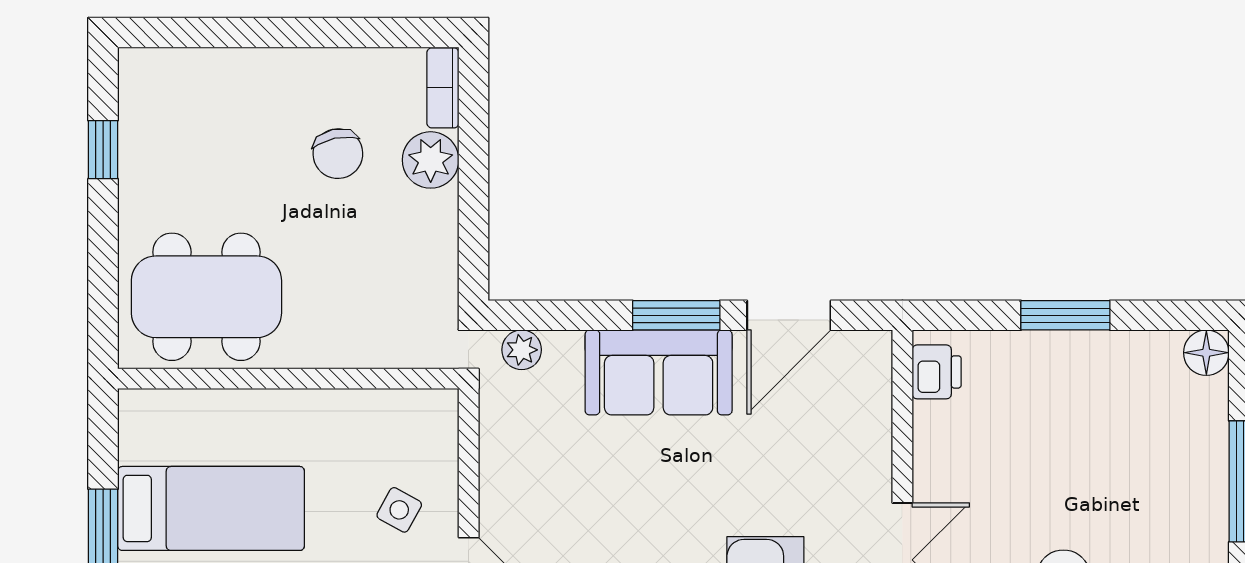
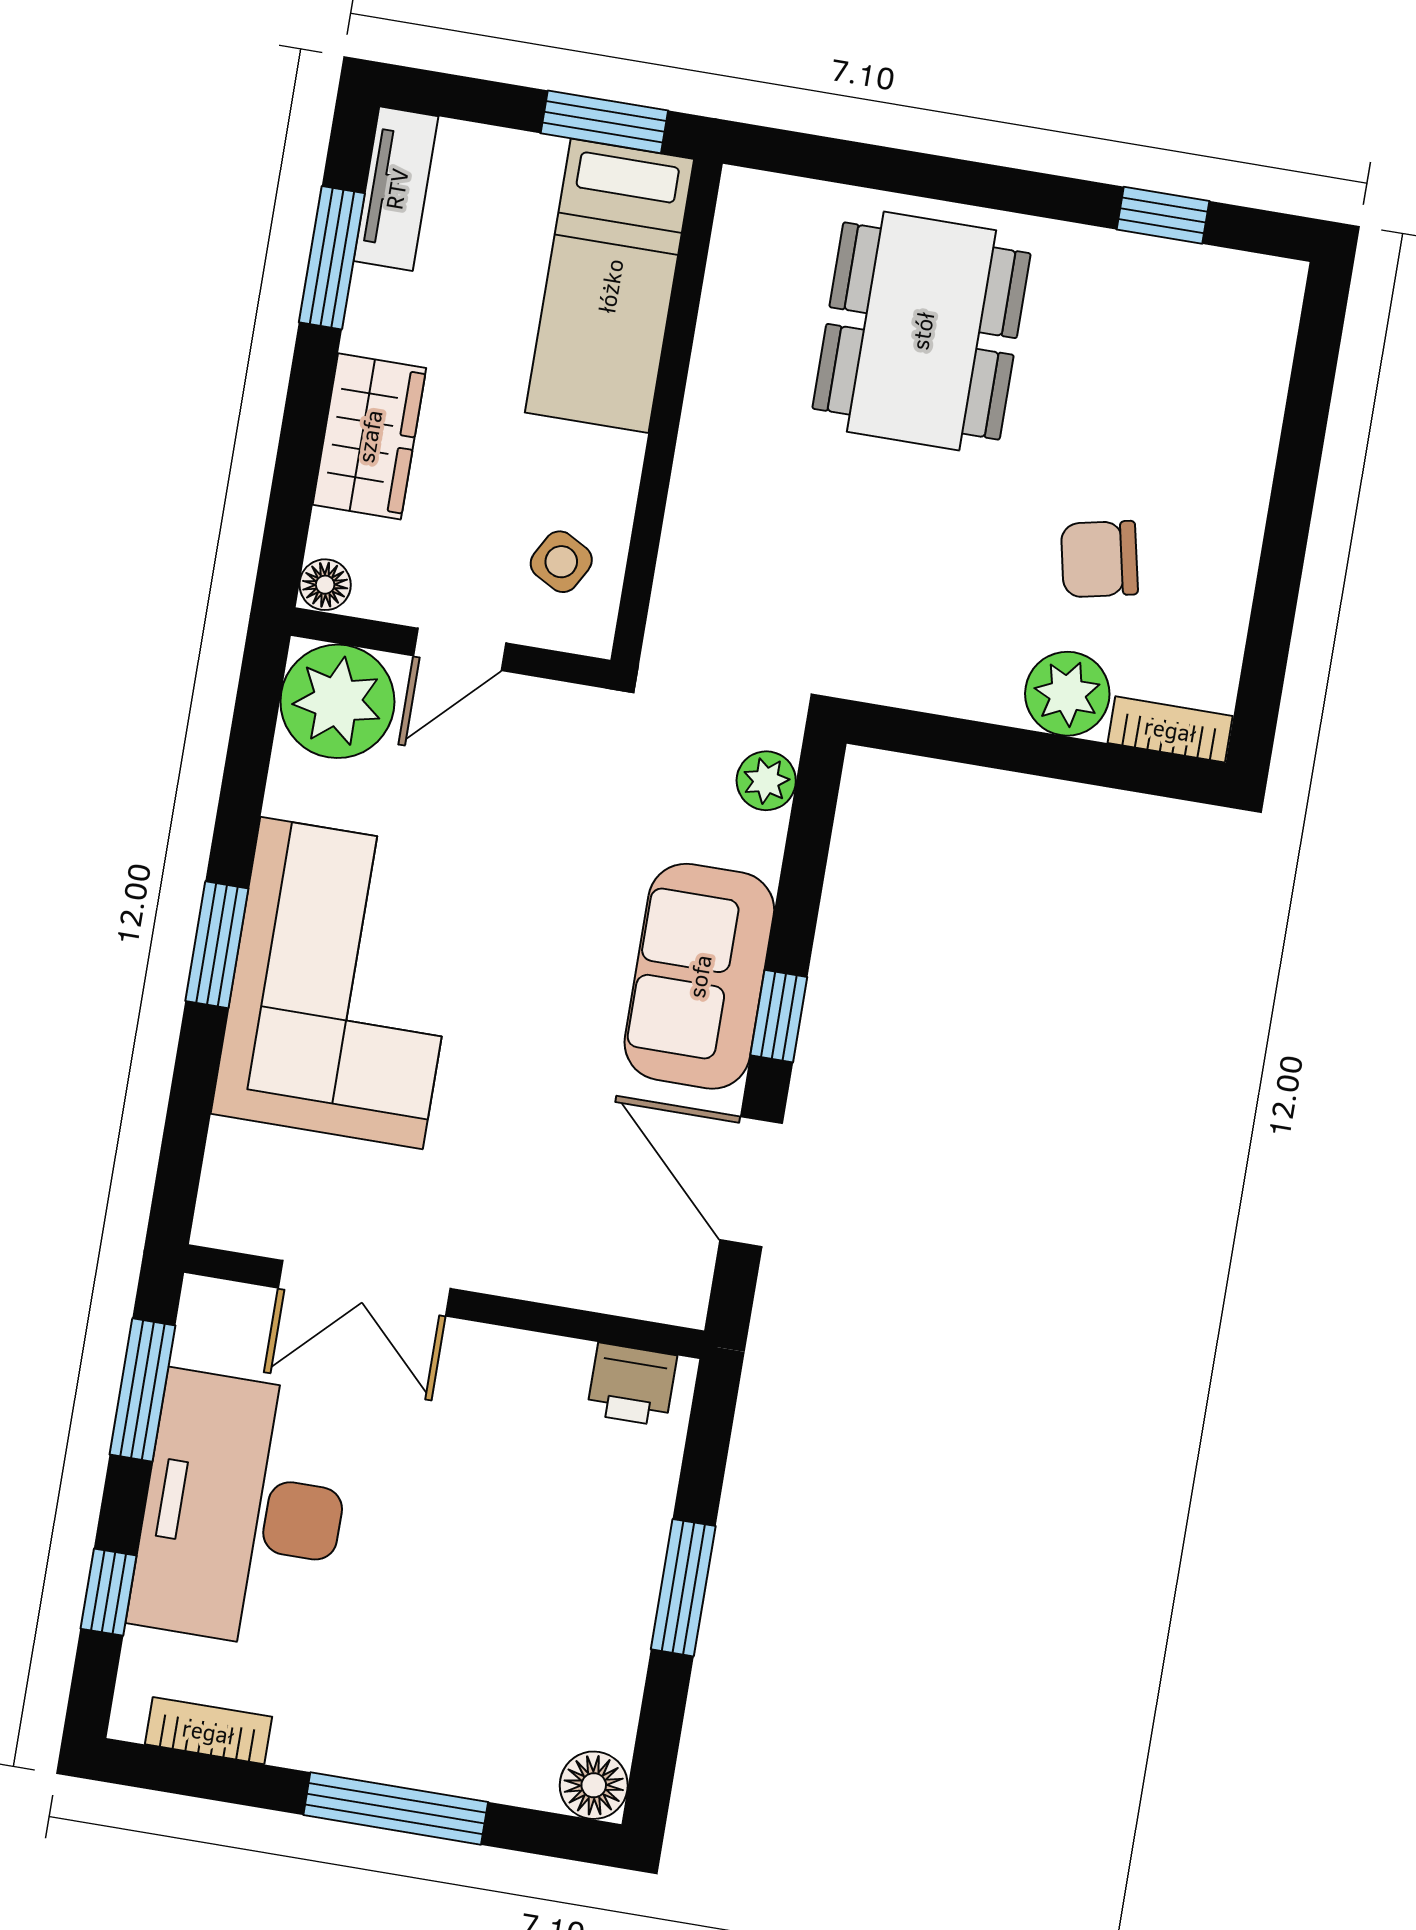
window: (676, 315) -> (779, 1016), width x0.67
wall: (288, 379) -> (667, 412), moved

